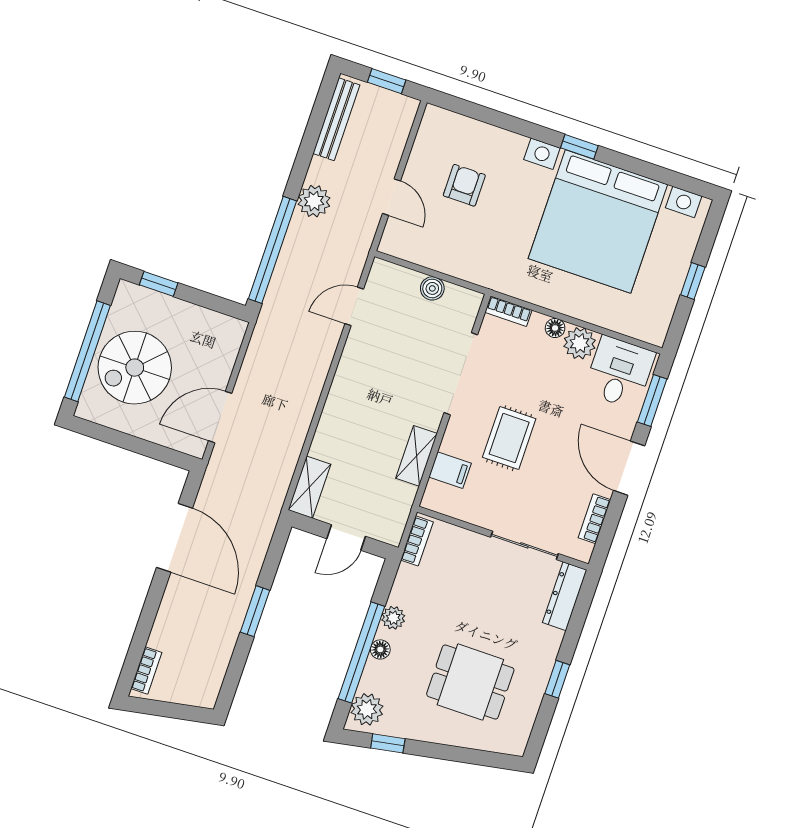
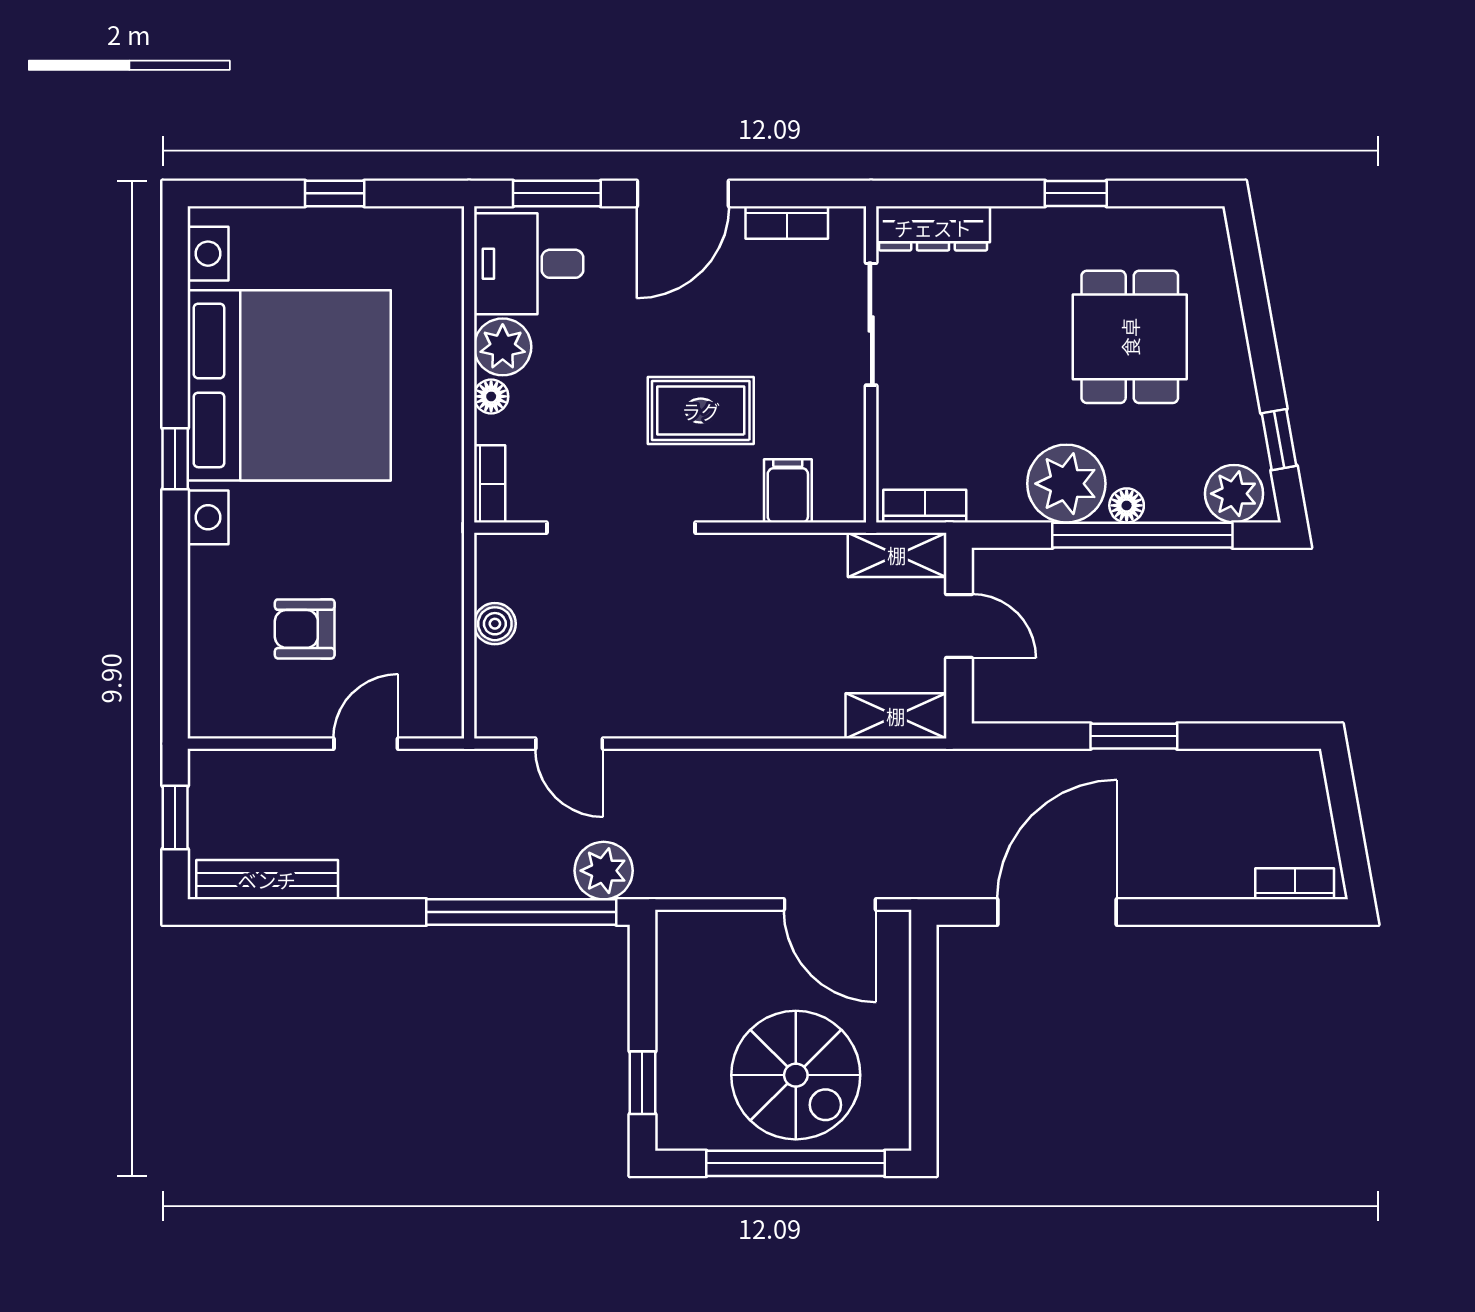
plant: (314, 201) -> (604, 871), moved
shelving: (417, 456) -> (897, 555), moved
plant: (393, 618) -> (1066, 484), width x1.88, depth x1.88

